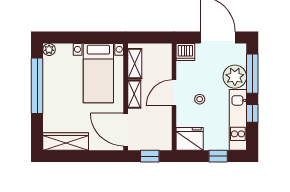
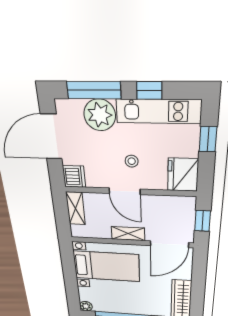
shelving: (135, 64) -> (76, 208), moved, turned 90

